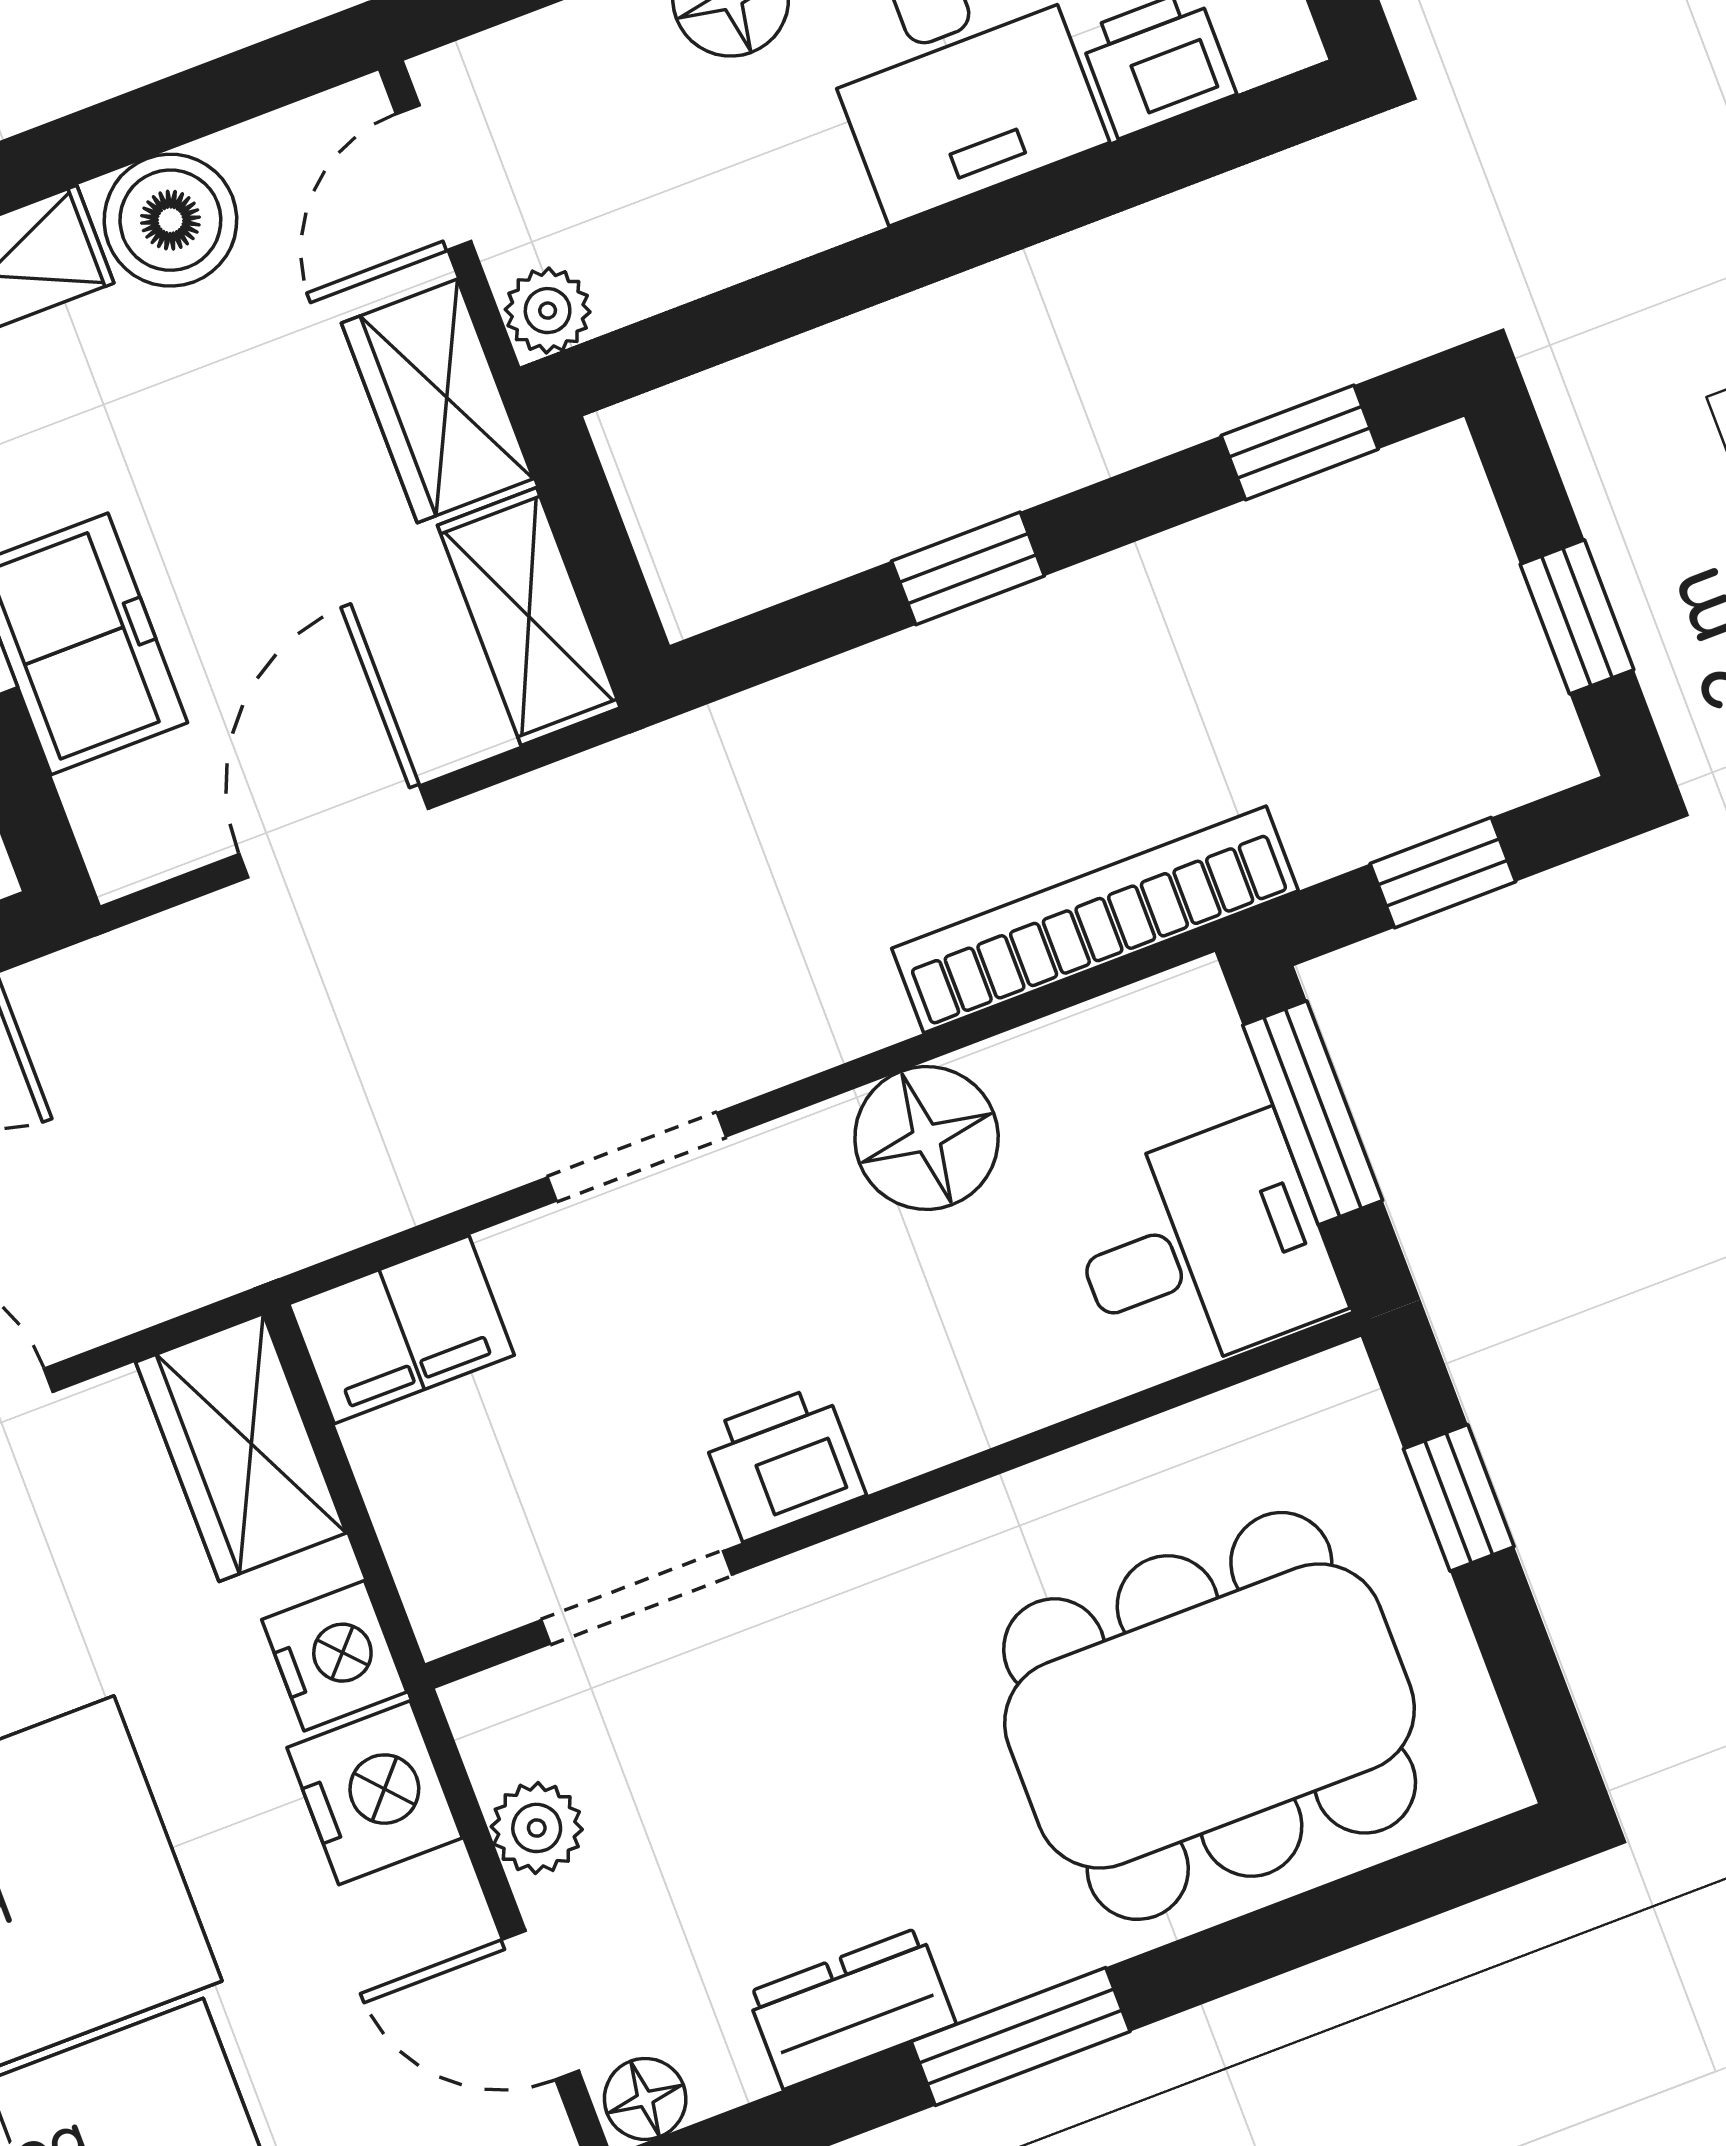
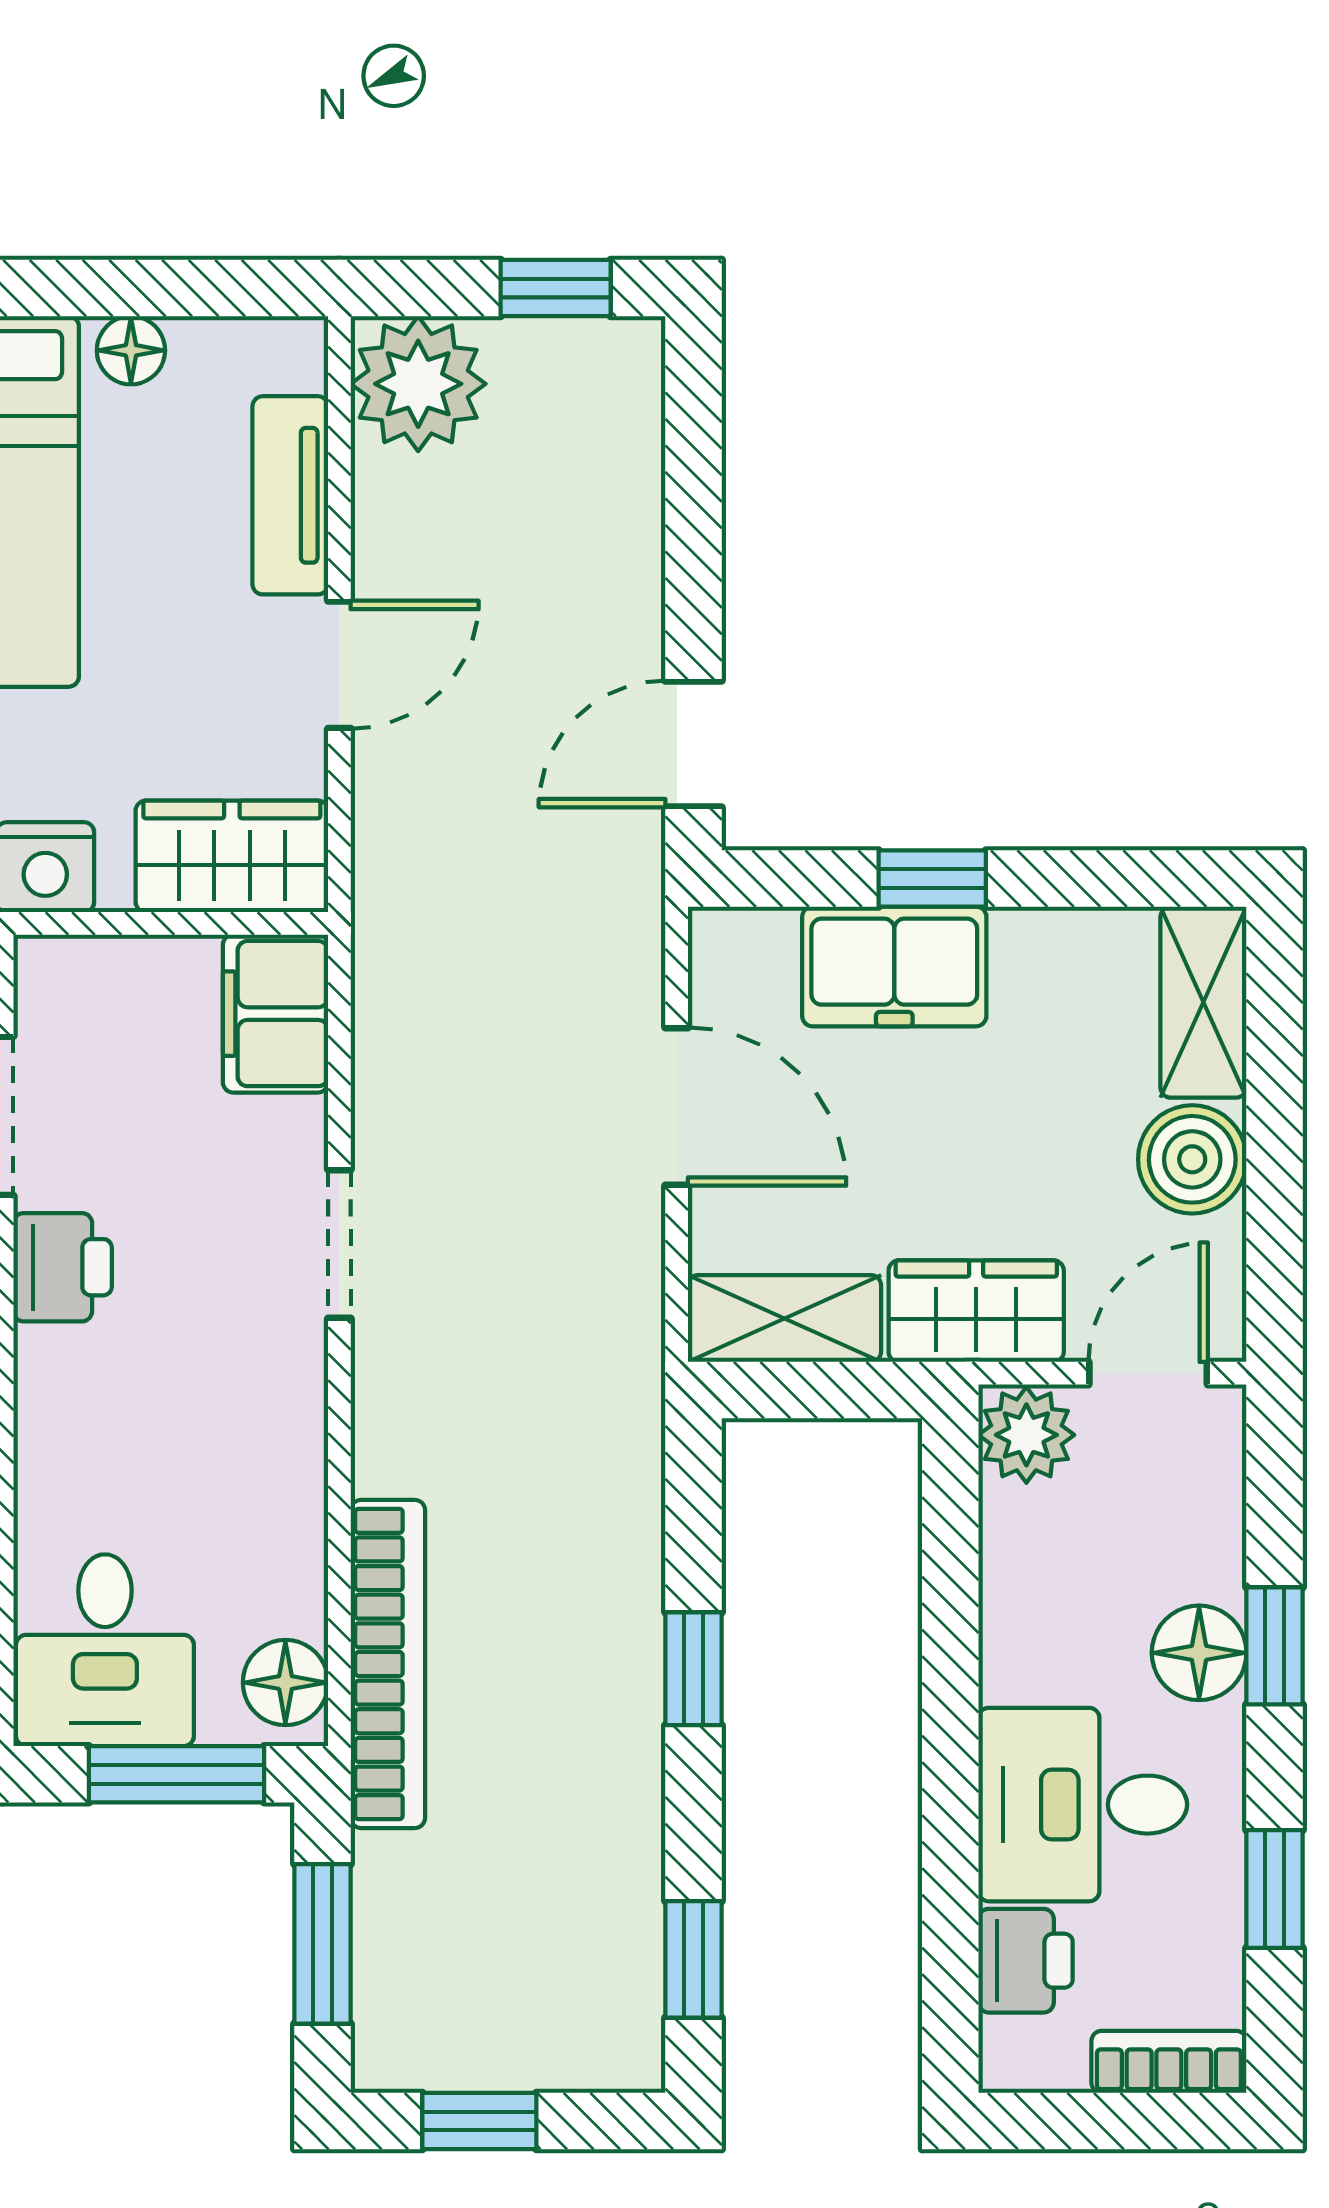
door: (434, 178) -> (1148, 1373), hinge flipped
plant: (548, 311) -> (1026, 1435), width x1.38, depth x1.38
window: (1443, 873) -> (322, 1944), width x1.50
floor lamp: (927, 1138) -> (285, 1683), moved, width x0.73, depth x0.73

